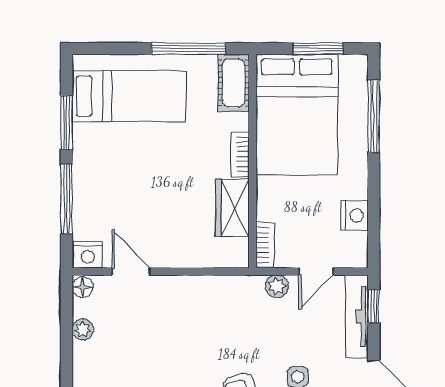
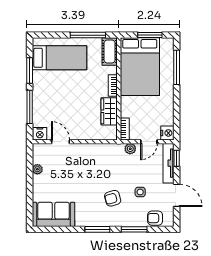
nightstand: (355, 215) -> (167, 133), moved
floor lamp: (83, 287) -> (37, 149), removed

